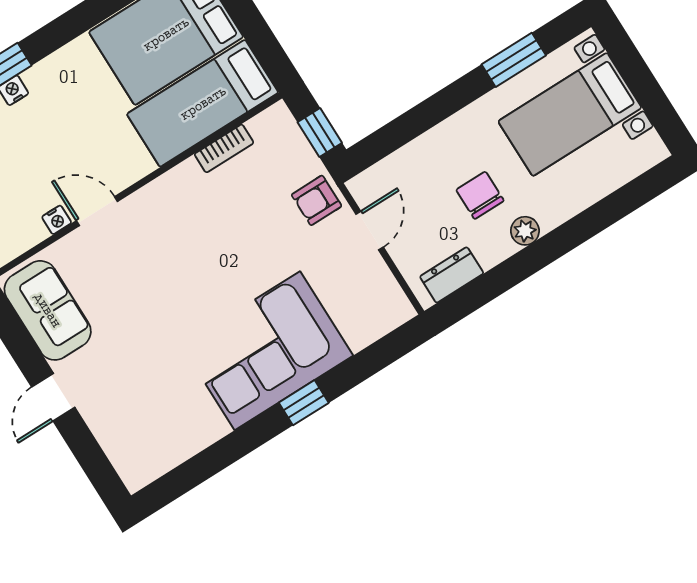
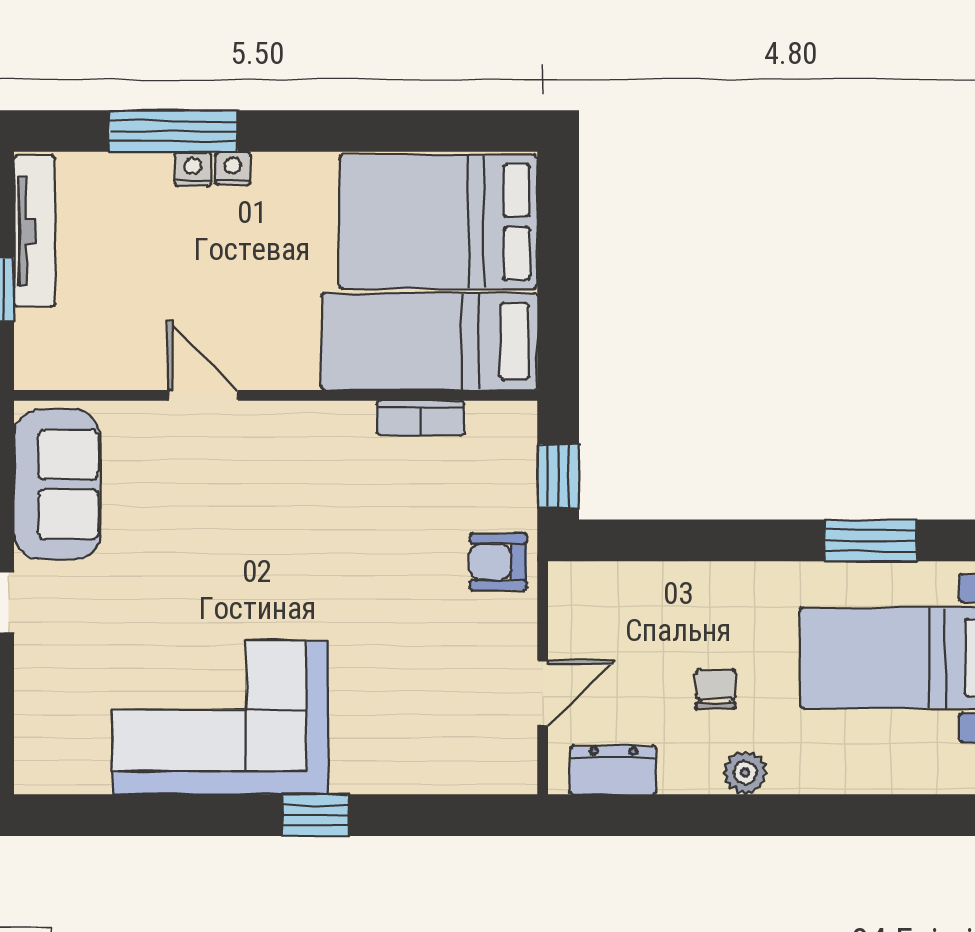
chair: (480, 195) -> (716, 689), width x0.73, depth x0.73
nightstand: (57, 220) -> (233, 168), moved, turned 180
door: (370, 231) -> (543, 693), moved
corner sofa: (267, 351) -> (220, 717), moved

